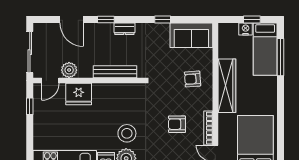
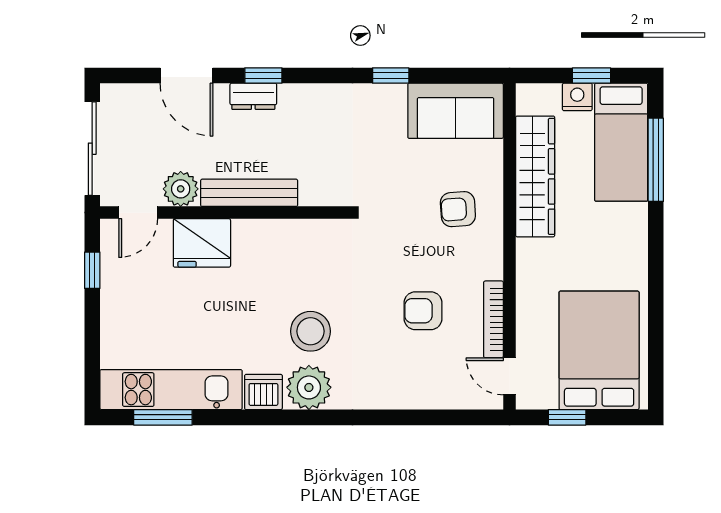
dresser: (124, 29) -> (253, 96), moved
bench: (115, 72) -> (249, 193), moved
wardrobe: (227, 86) -> (535, 176), moved

